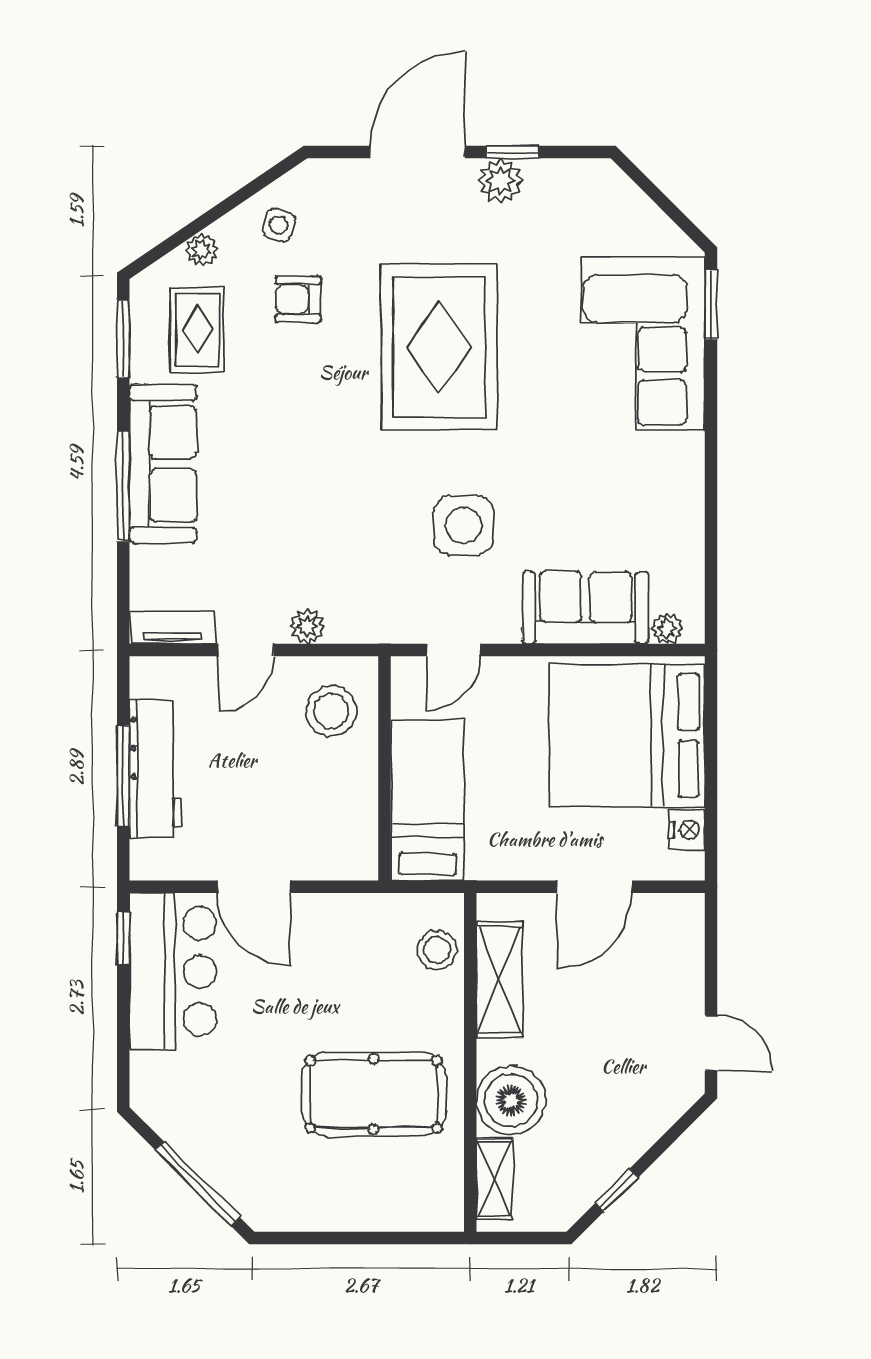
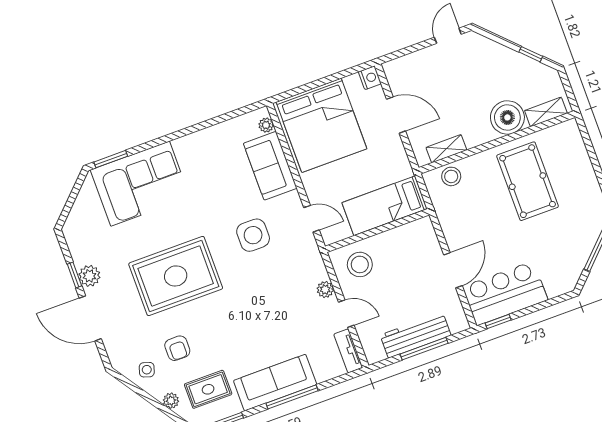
nightstand: (687, 830) -> (370, 78), moved, turned 90
shelving: (499, 980) -> (446, 149), width x0.67, depth x0.75

